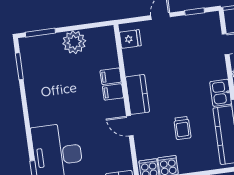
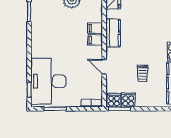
kitchen counter: (138, 94) -> (113, 33), moved

